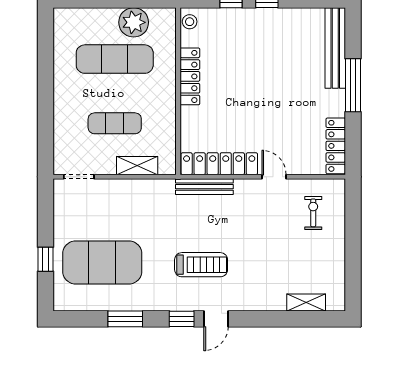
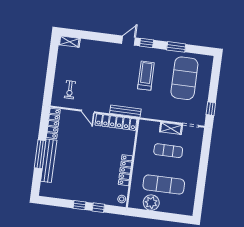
bench: (335, 48) -> (49, 161), moved
shelving: (137, 166) -> (171, 128), moved
window: (46, 259) -> (211, 109), moved
exercise mat: (102, 262) -> (184, 78), turned 90
treadmill: (201, 265) -> (146, 76), moved, turned 90
shelving: (306, 303) -> (69, 42), moved

